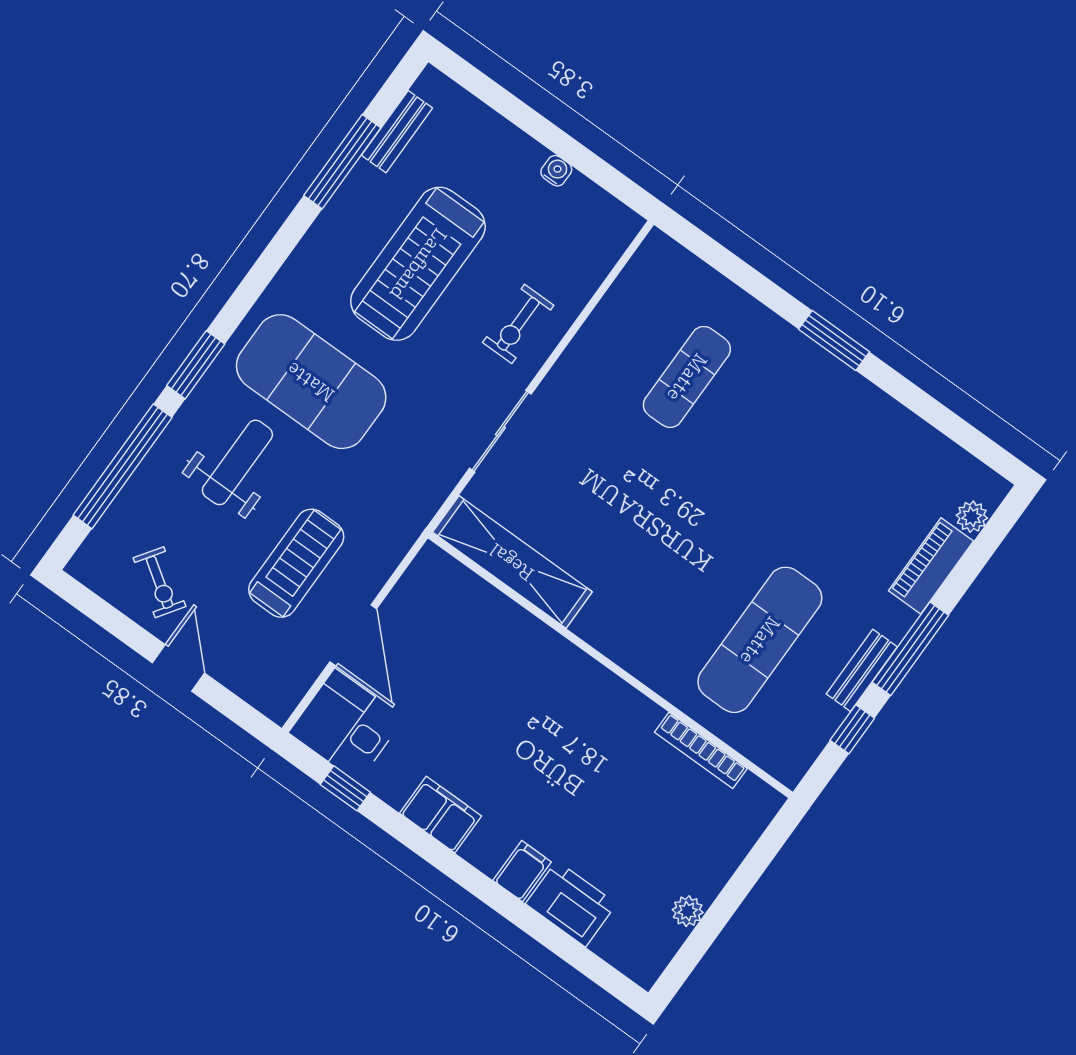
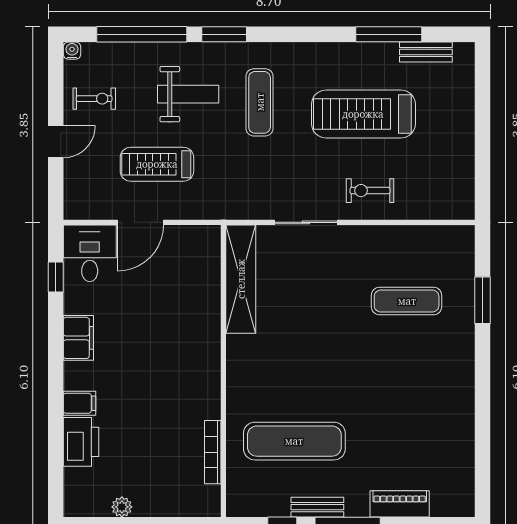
water cooler: (556, 171) -> (72, 51), moved, turned -90
window: (834, 341) -> (483, 300), moved
exercise mat: (311, 382) -> (260, 102), width x0.50, depth x0.69
plant: (972, 517) -> (442, 507), removed
treadmill: (296, 563) -> (157, 164), turned 180
exercise bike: (160, 582) -> (94, 99), turned -124

